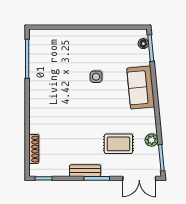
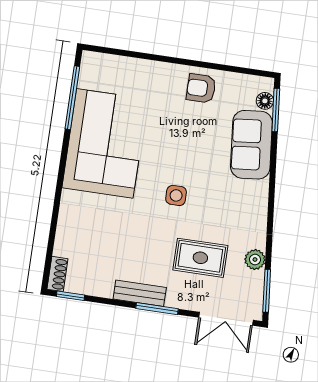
armchair: (104, 42) -> (201, 88), added
side table: (96, 77) -> (176, 195), moved
corner sofa: (51, 83) -> (105, 143), added
sofa: (141, 87) -> (251, 145), moved
shoe rack: (34, 149) -> (57, 274), moved, width x0.70

